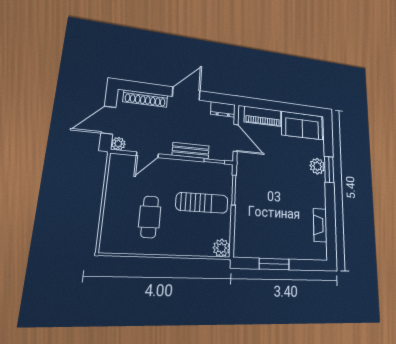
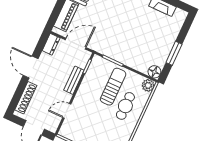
plant: (118, 144) -> (53, 127), removed
door: (147, 155) -> (67, 111), swing flipped
cafe table: (150, 217) -> (125, 106), moved, turned 90
floor lamp: (242, 249) -> (154, 72), added

